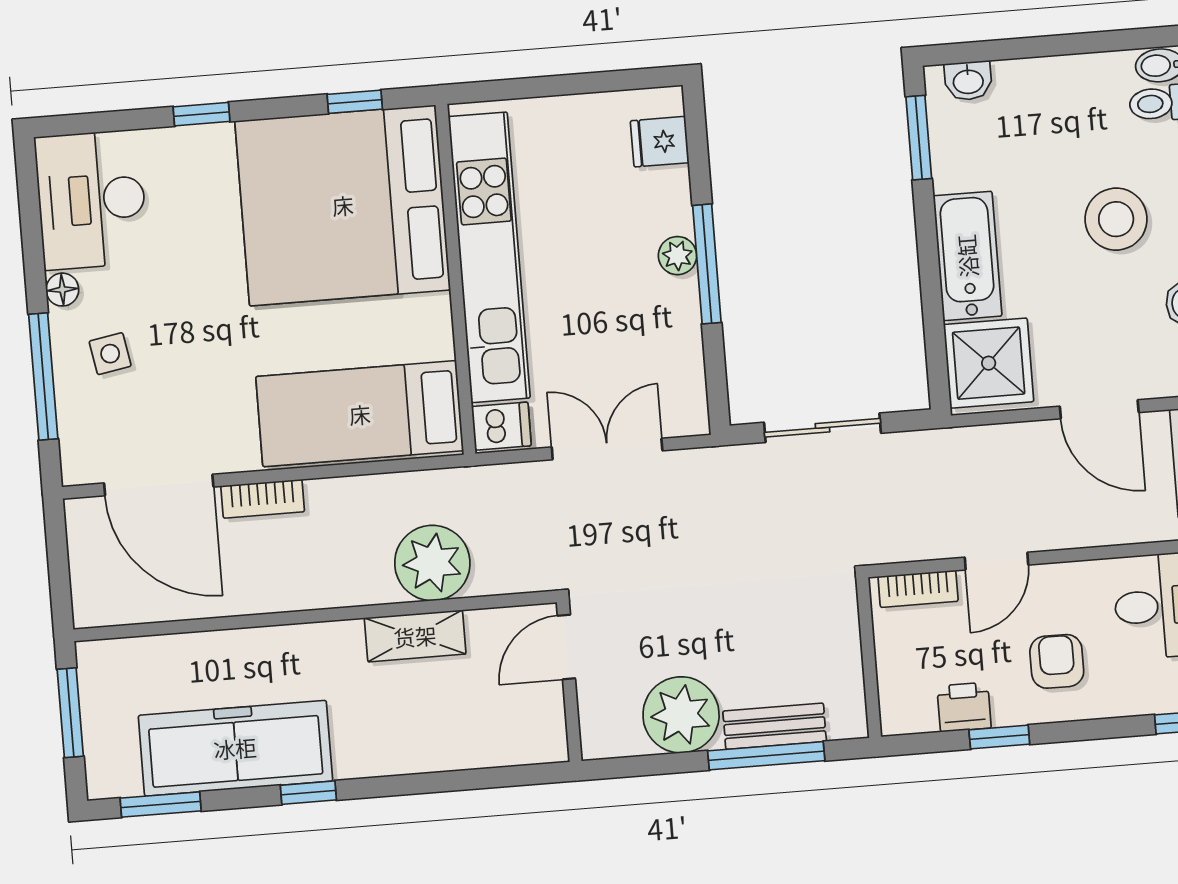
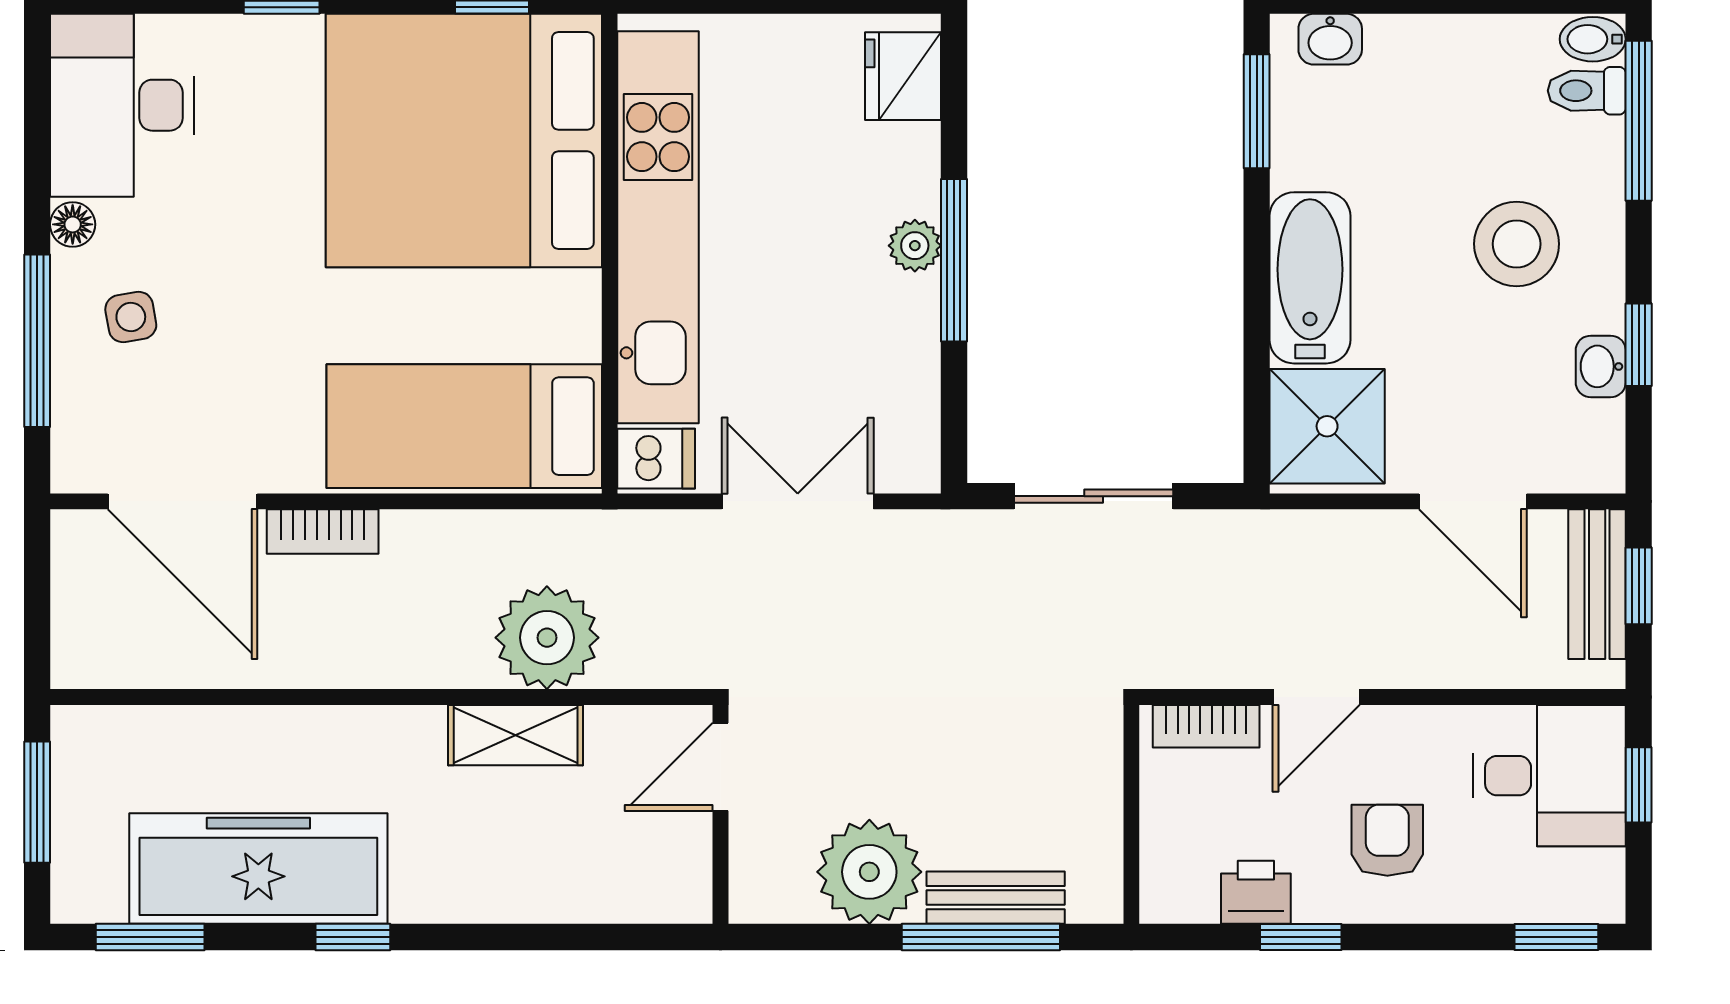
fridge: (660, 142) -> (903, 76), width x1.38

